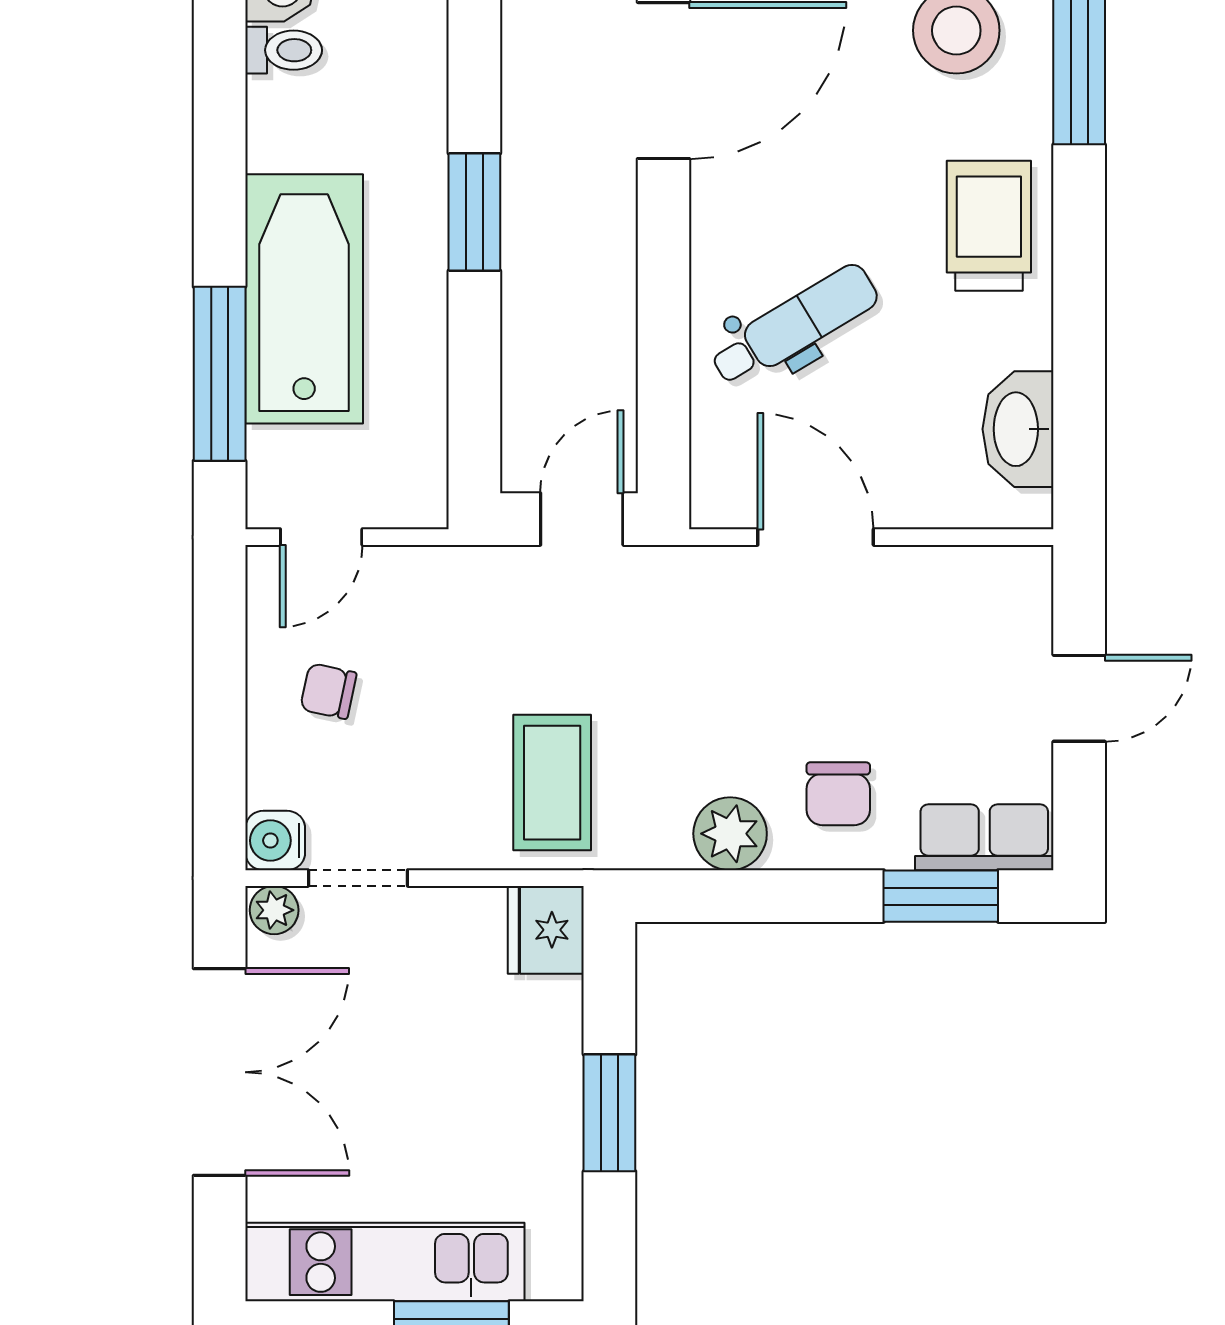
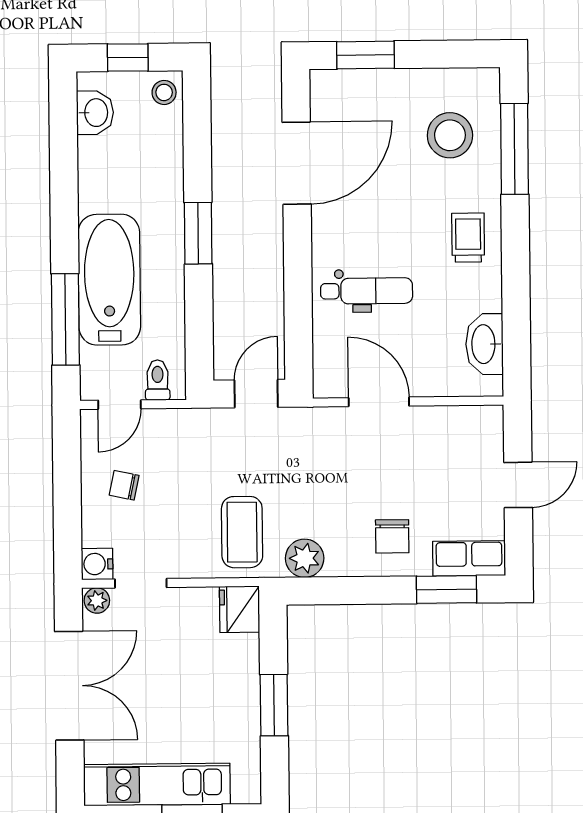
toilet: (284, 50) -> (158, 380), moved, turned -90
trolley: (989, 226) -> (468, 238), width x0.73, depth x0.72
dental chair: (794, 325) -> (367, 291), turned 31
plant: (730, 834) -> (305, 558), moved

